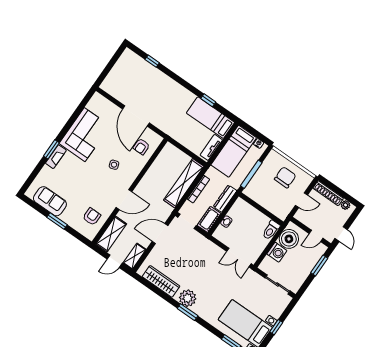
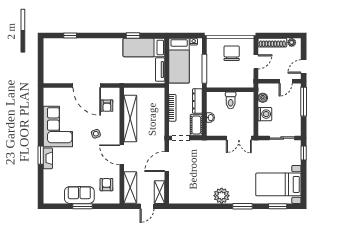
shelving: (184, 183) -> (130, 118), moved
door: (124, 200) -> (122, 155), swing flipped
sofa: (50, 201) -> (79, 195), moved
toilet: (271, 230) -> (231, 100), moved
door: (341, 234) -> (304, 66), swing flipped
boiler: (289, 239) -> (263, 98), width x0.54, depth x0.54
window: (319, 265) -> (304, 102), width x1.44
wardrobe: (161, 281) -> (193, 197), removed
window: (188, 312) -> (242, 206), moved
window: (276, 327) -> (304, 153), moved

